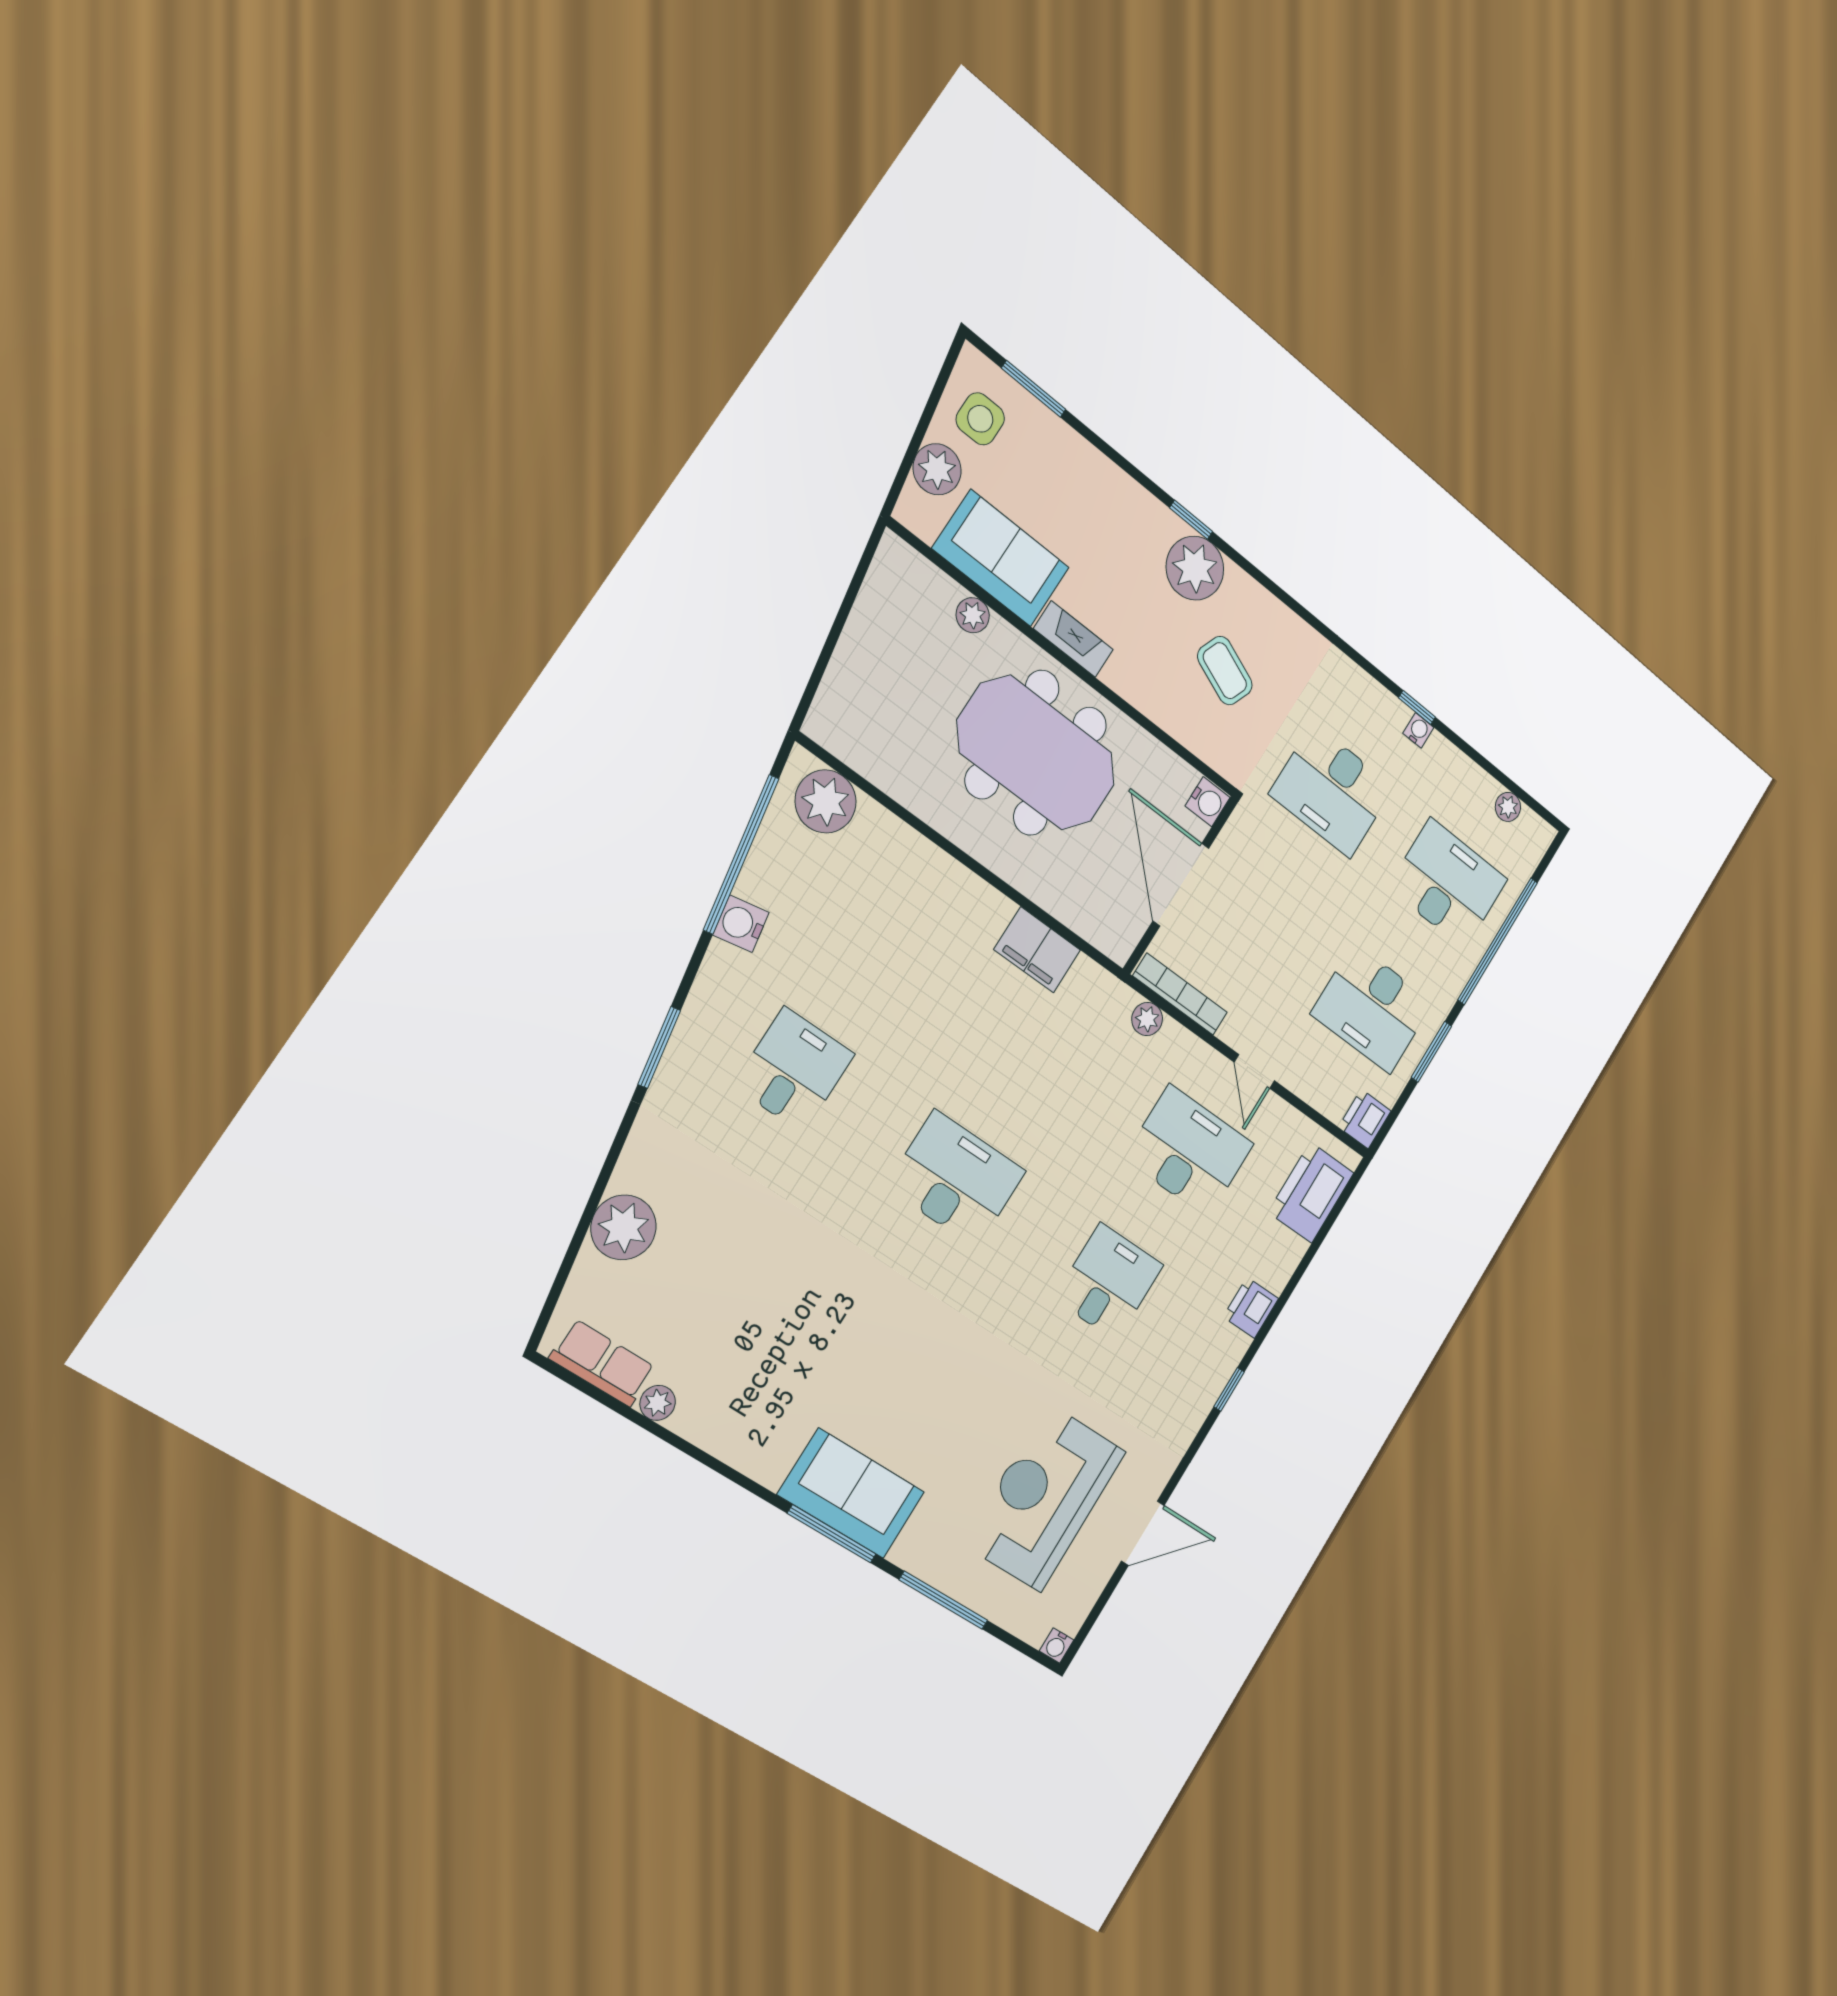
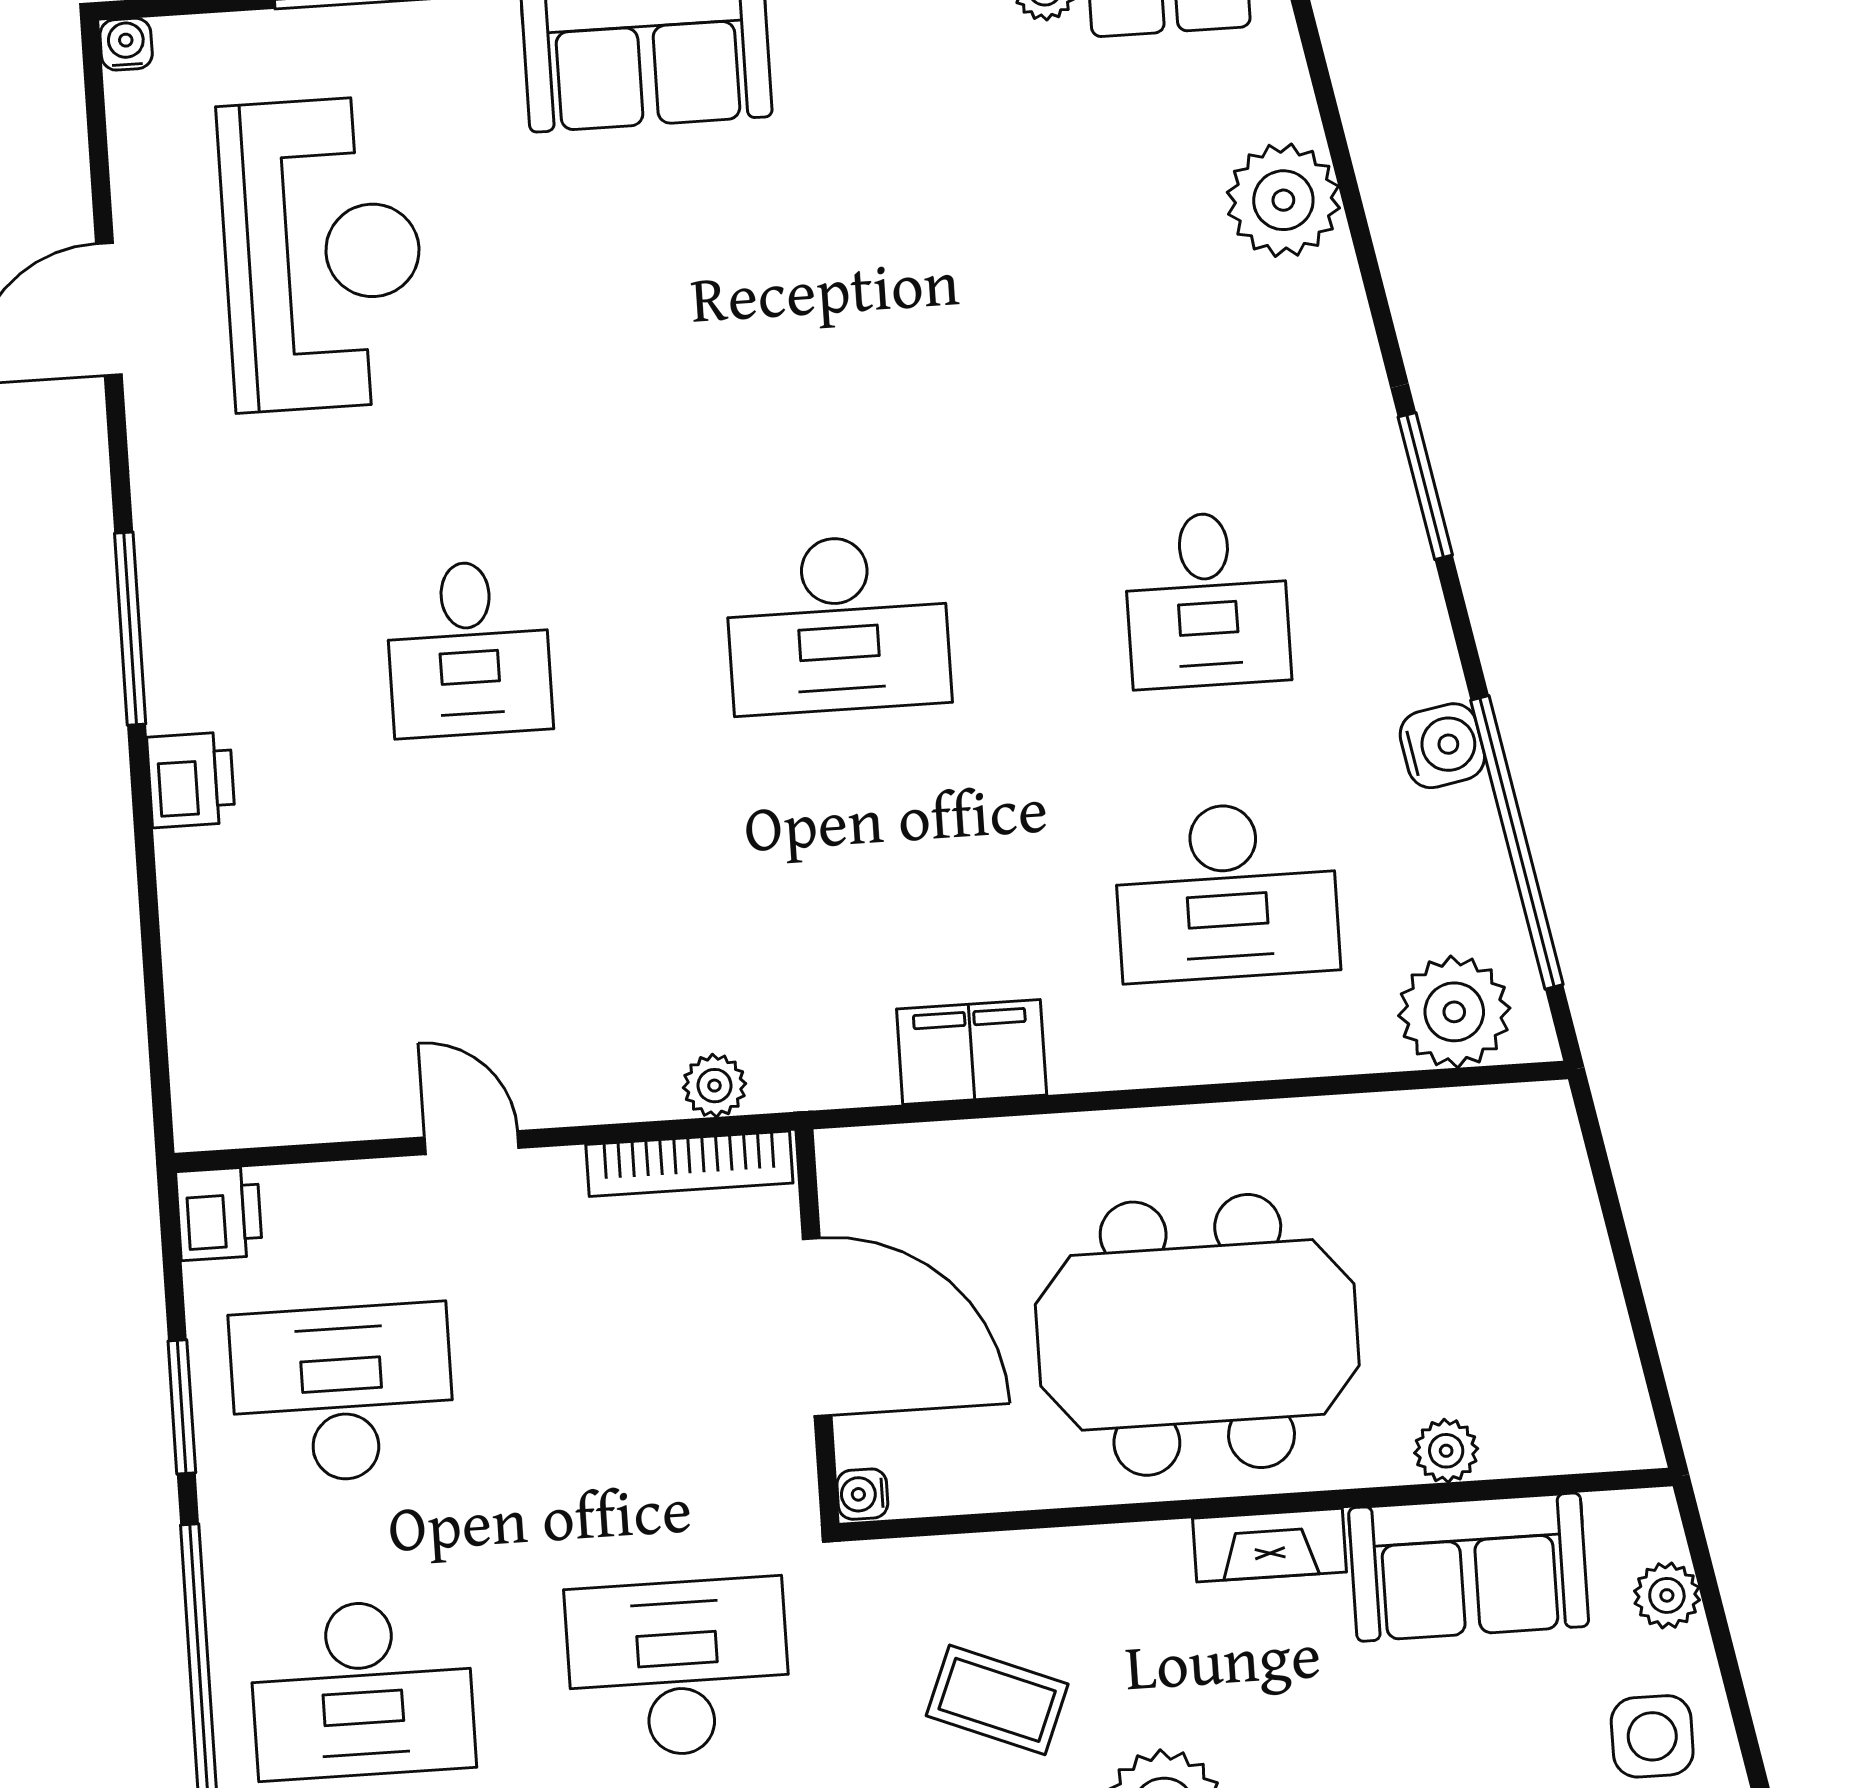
plant: (937, 469) -> (1667, 1595), width x0.73, depth x0.73
water cooler: (1208, 802) -> (862, 1494), width x0.72, depth x0.72
desk: (1189, 1151) -> (1226, 891), moved
printer: (1311, 1192) -> (225, 1031), removed
window: (1229, 1389) -> (130, 629), width x2.17

